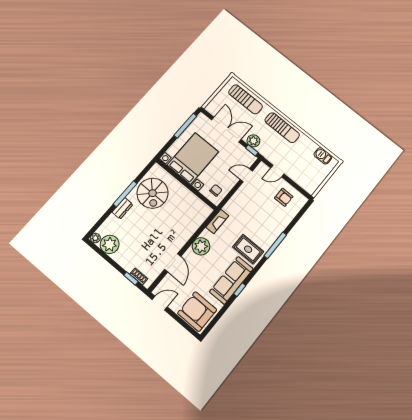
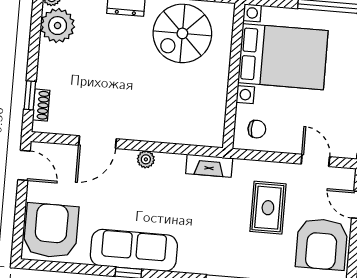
armchair: (284, 197) -> (322, 244), width x1.88, depth x1.88
plant: (201, 246) -> (146, 159), width x0.53, depth x0.53
rug: (248, 249) -> (268, 208), moved

